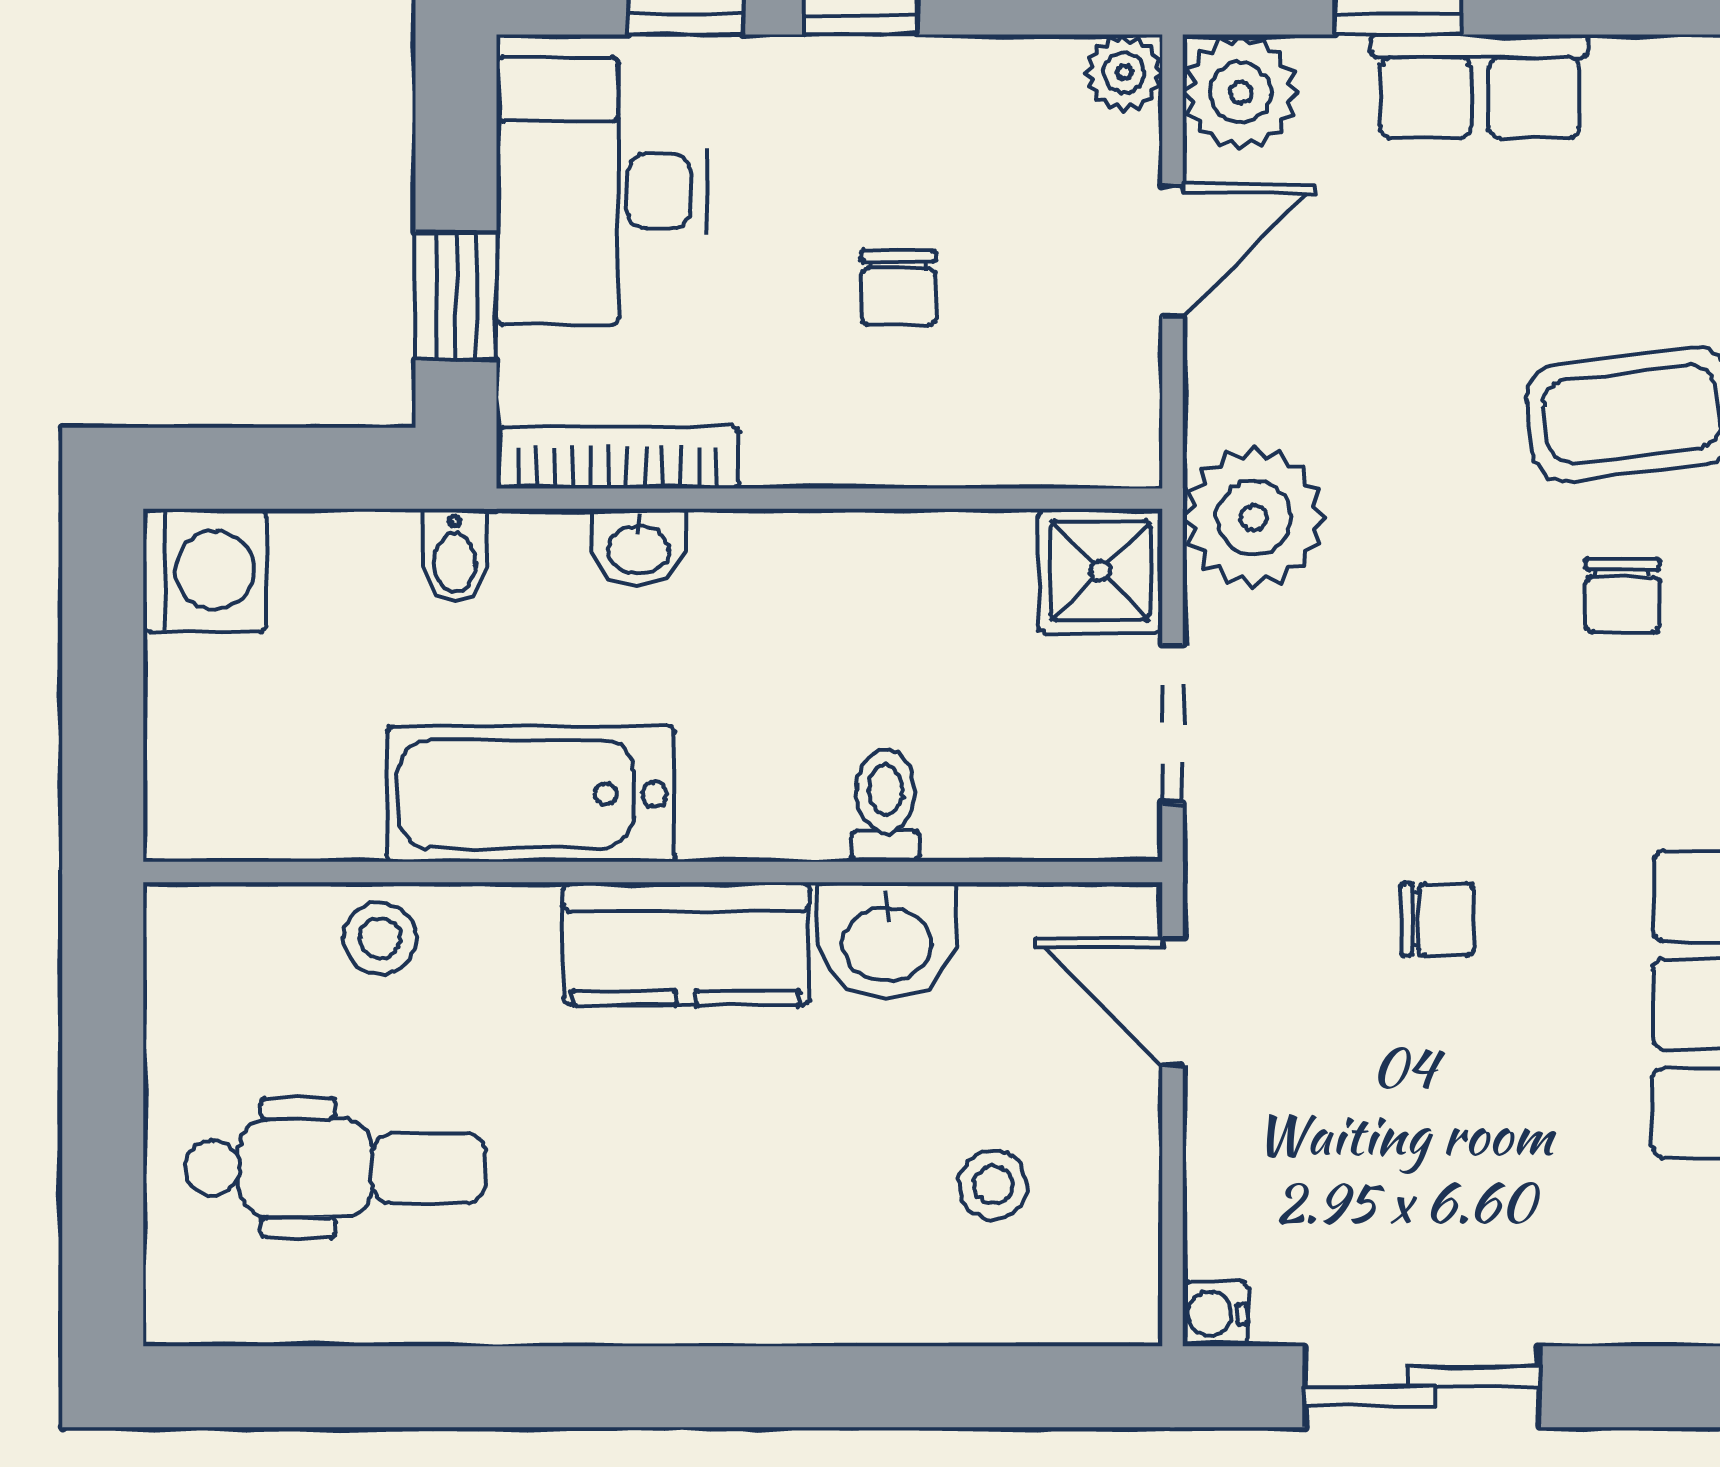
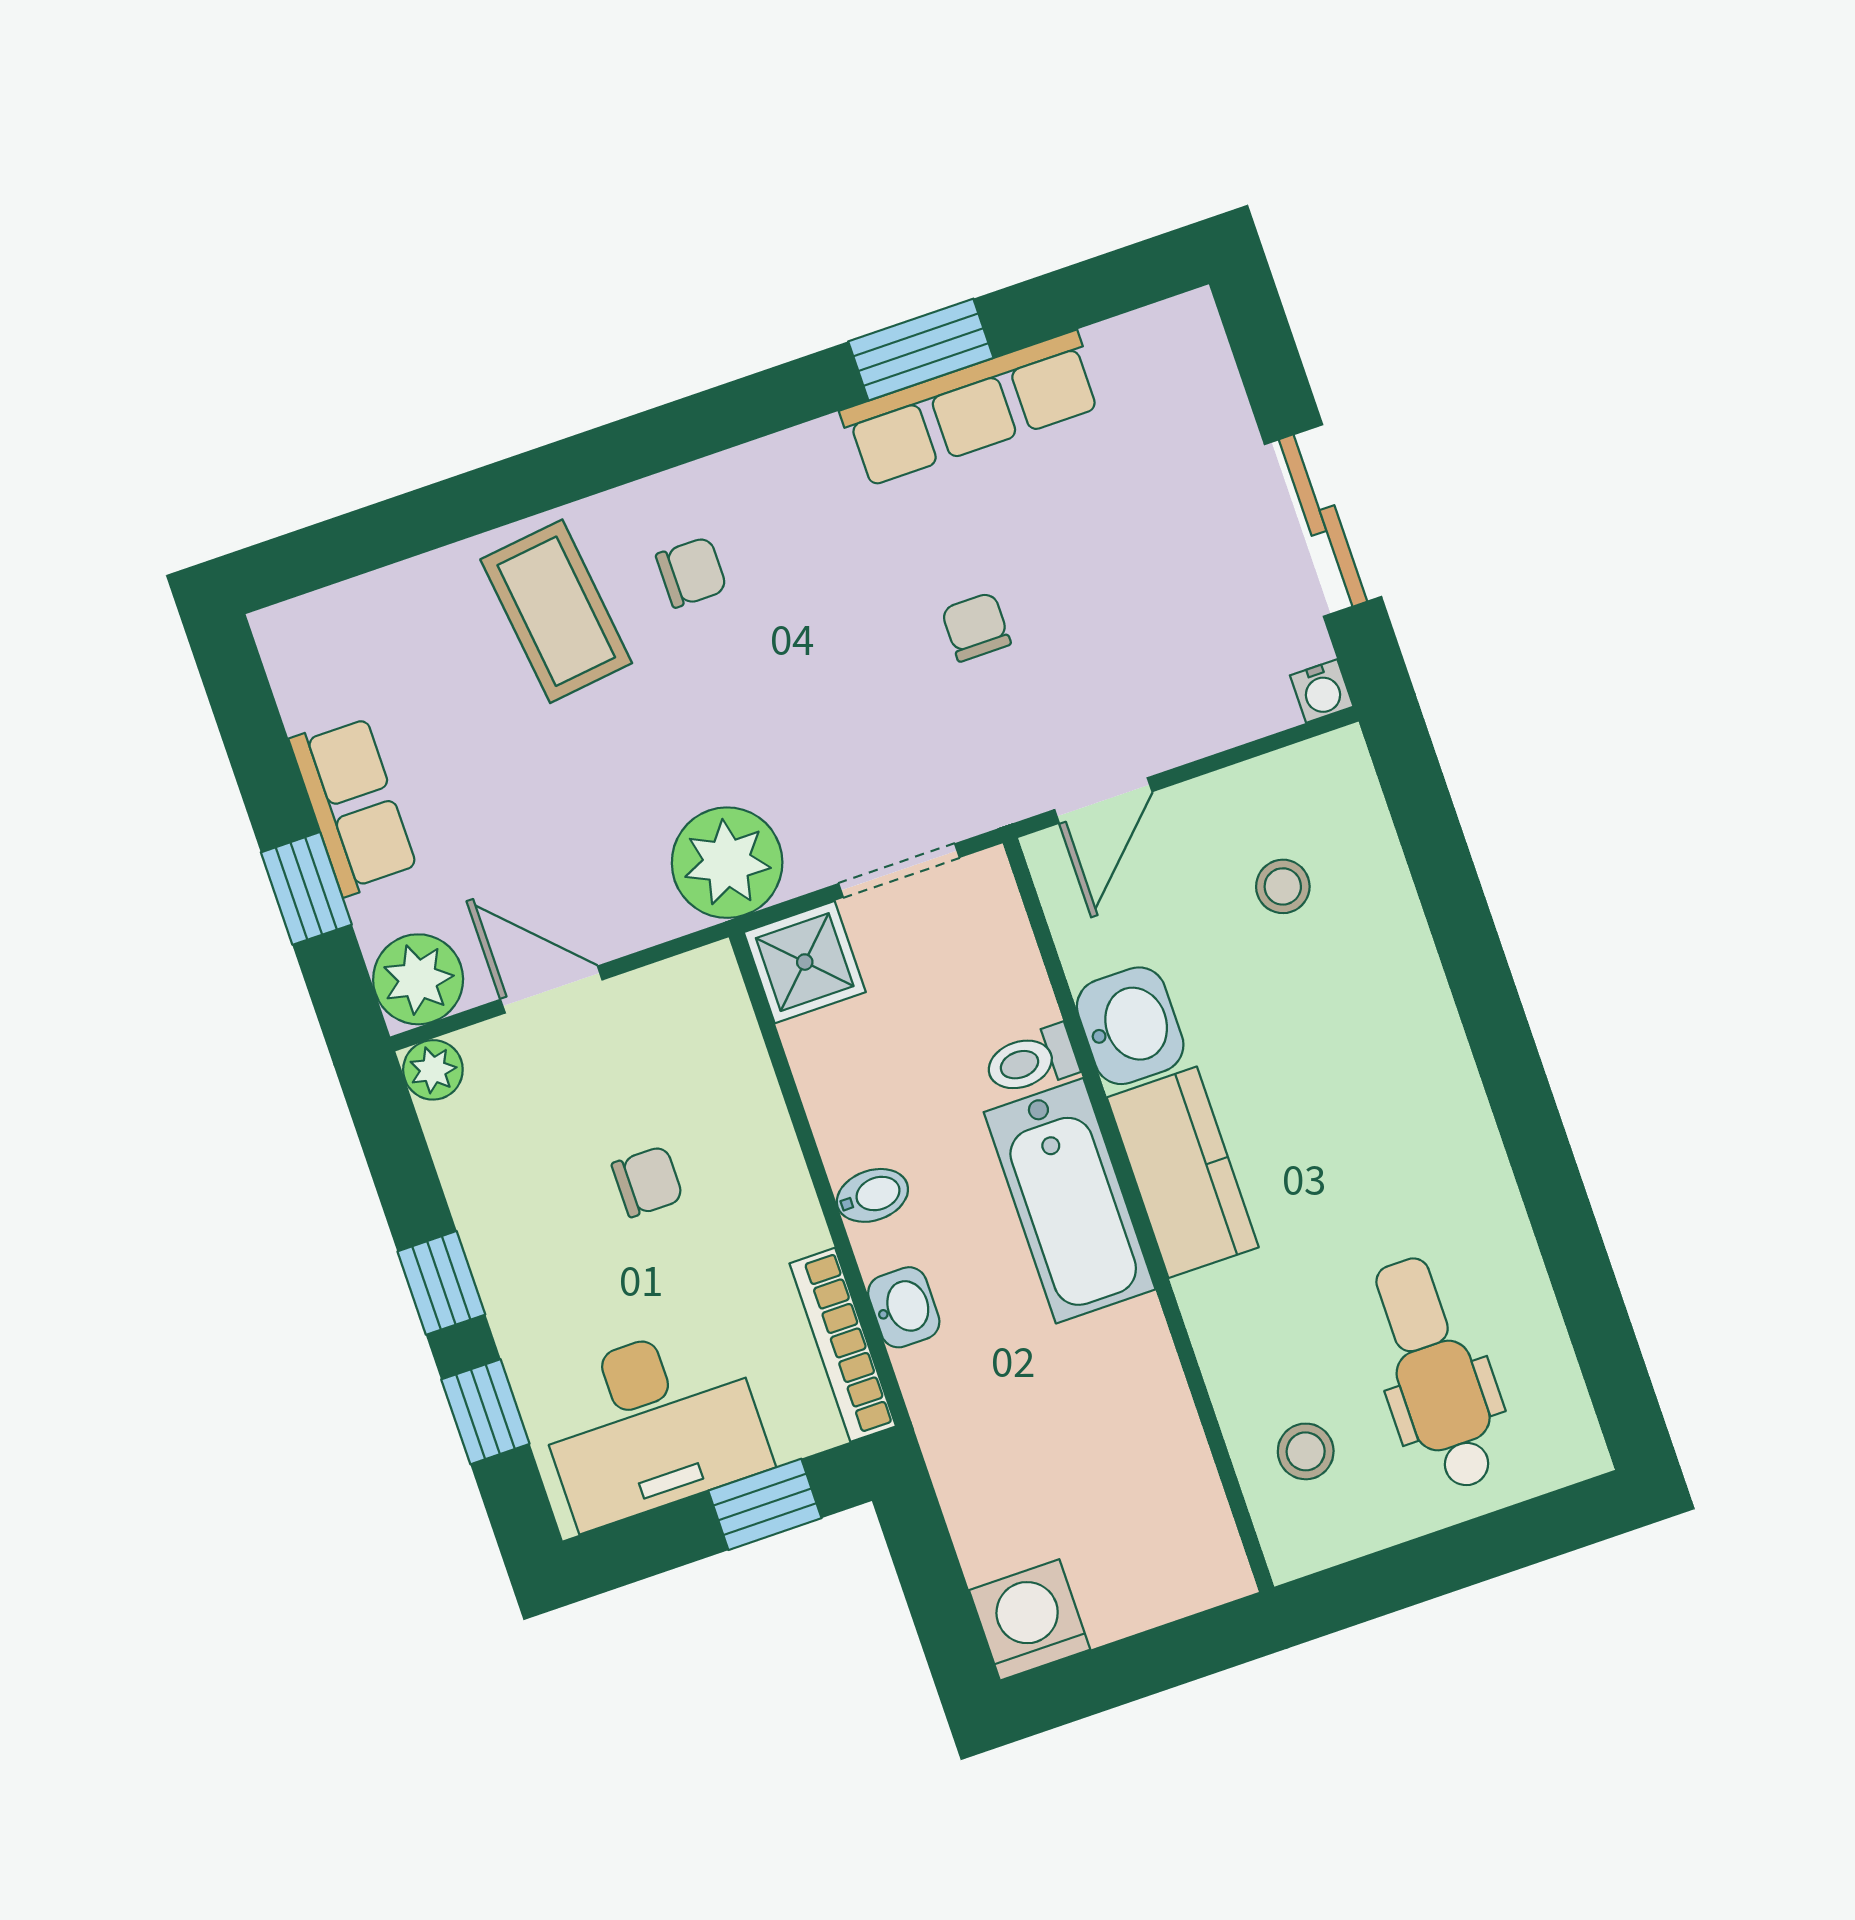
bidet: (455, 556) -> (872, 1195), moved
bathtub: (531, 794) -> (1070, 1201), moved
stool: (380, 938) -> (1306, 1451), moved

